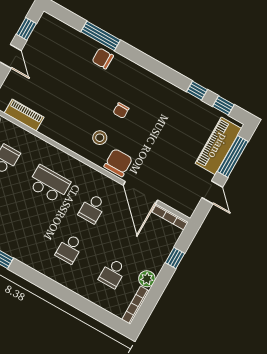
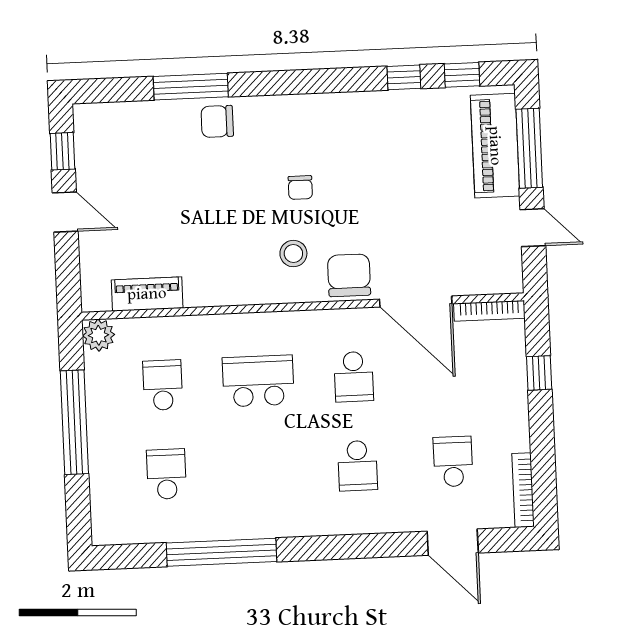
school desk: (113, 273) -> (453, 461), turned 180
plant: (147, 279) -> (514, 435), removed
door: (90, 309) -> (453, 542), added

